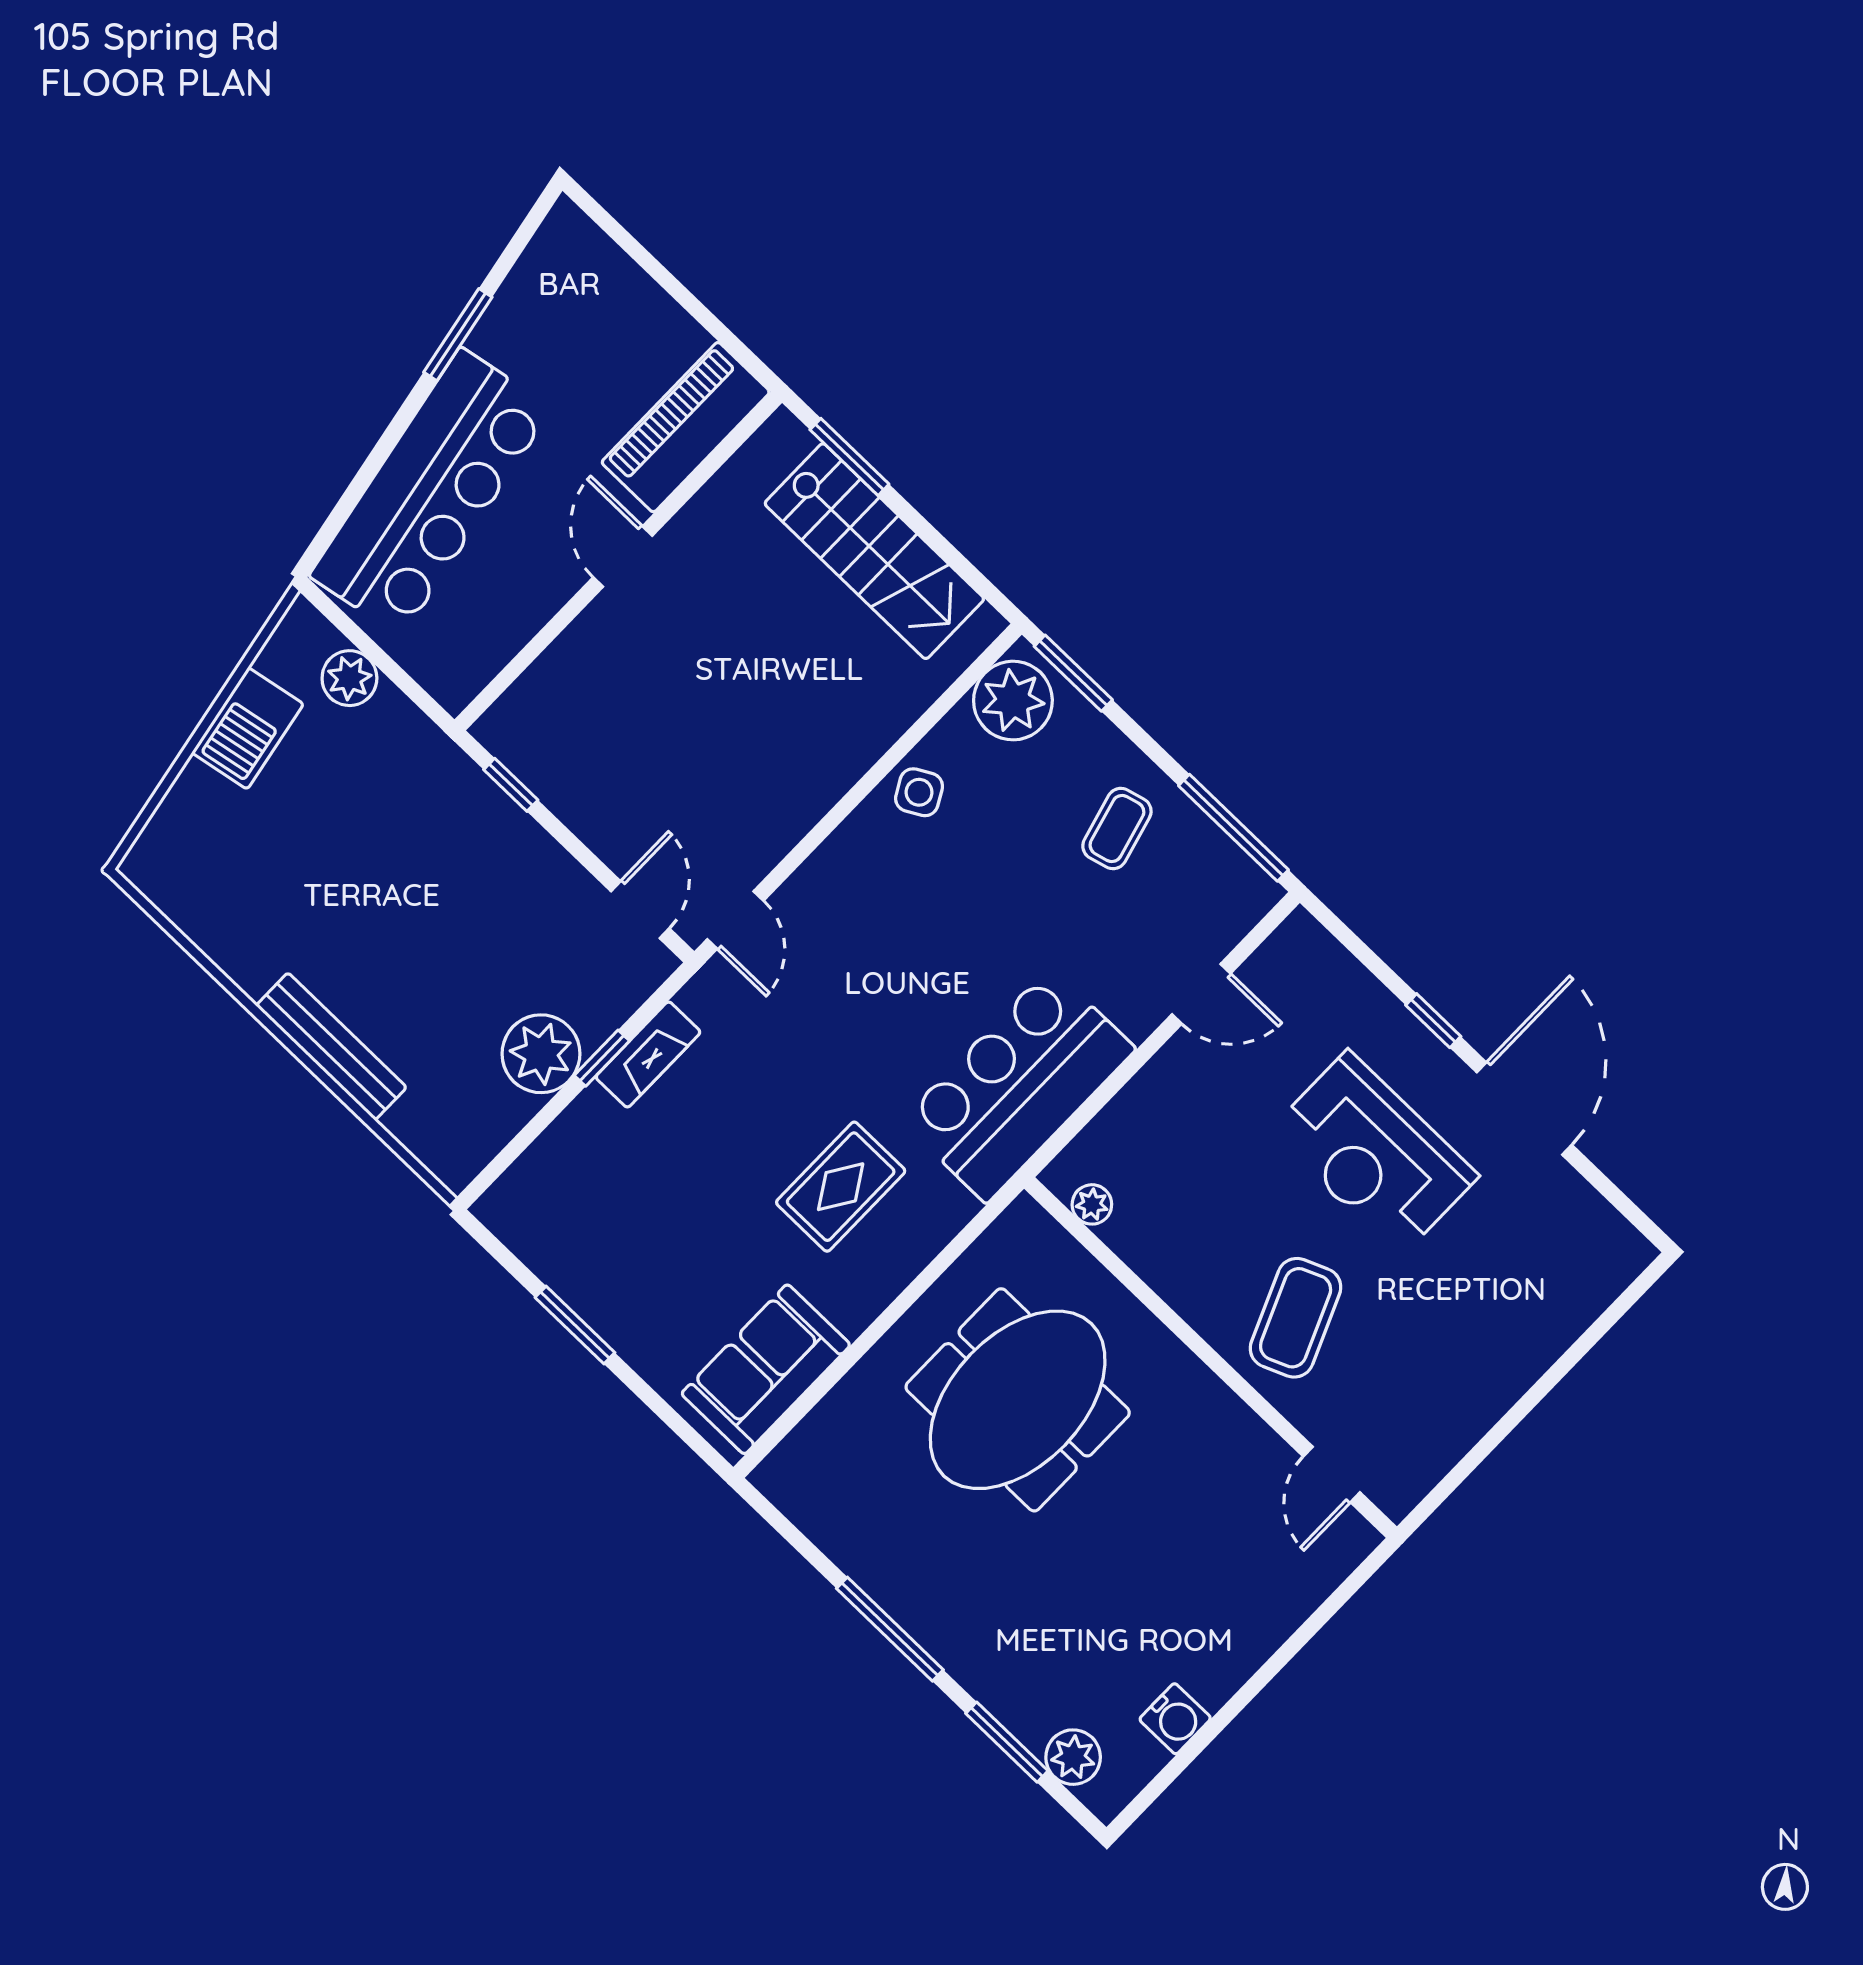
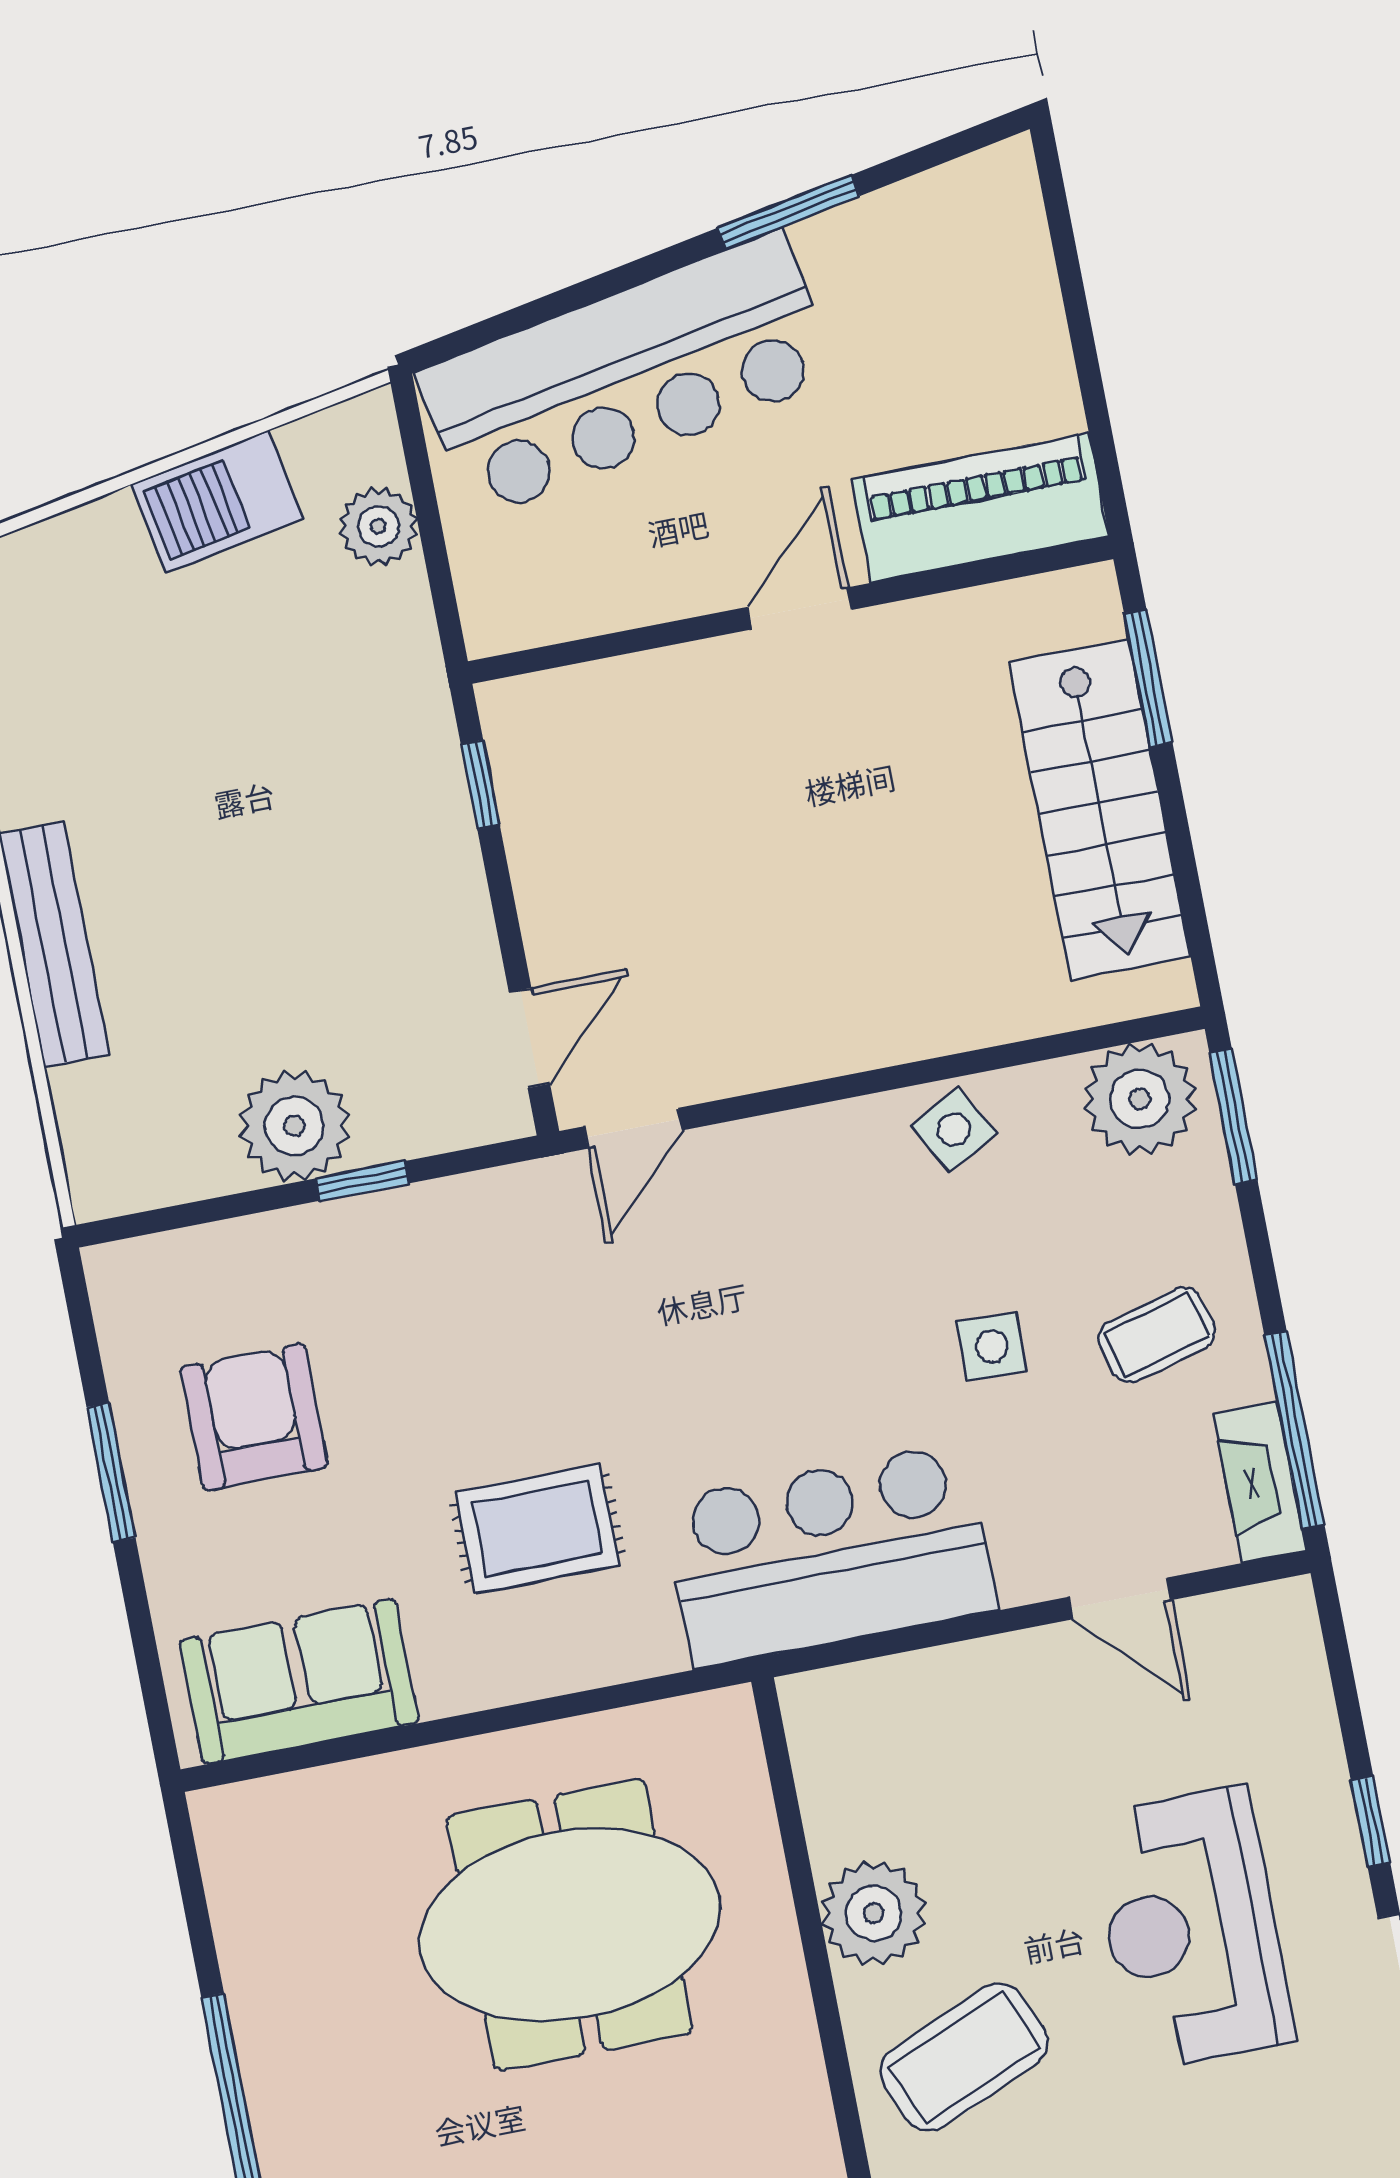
side table: (1027, 901) -> (991, 1346), added
fireplace: (648, 1055) -> (1260, 1482), moved, turned 90
plant: (1092, 1204) -> (874, 1913), moved, width x1.88, depth x1.88
armchair: (634, 1236) -> (254, 1417), added

